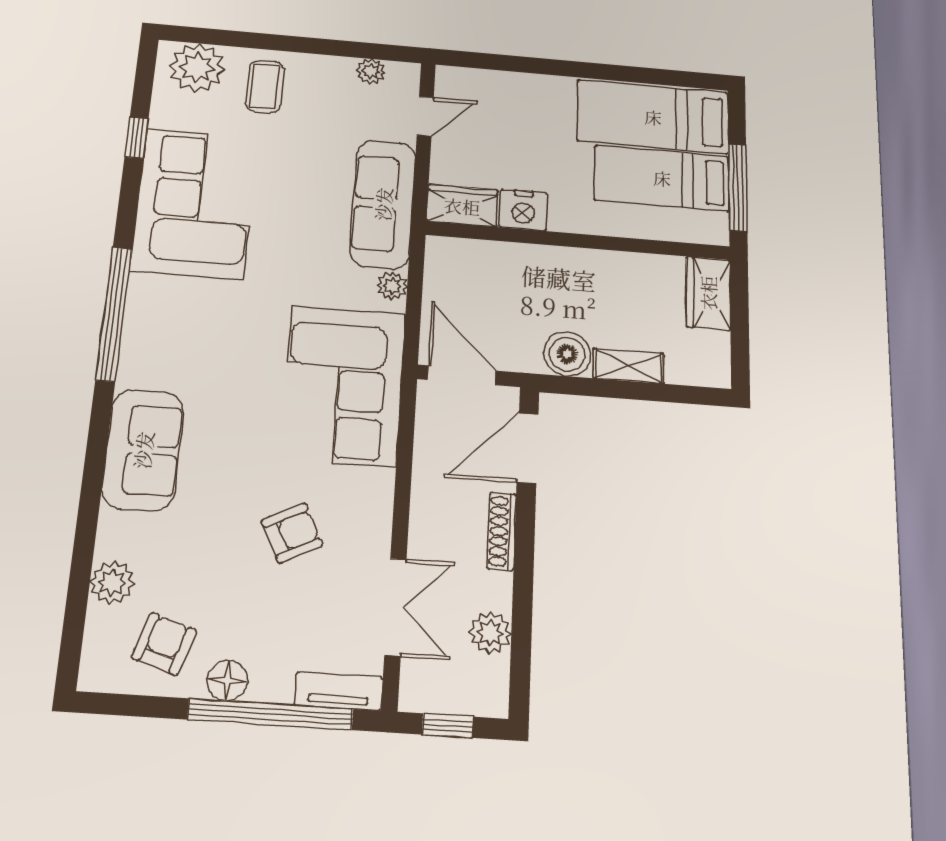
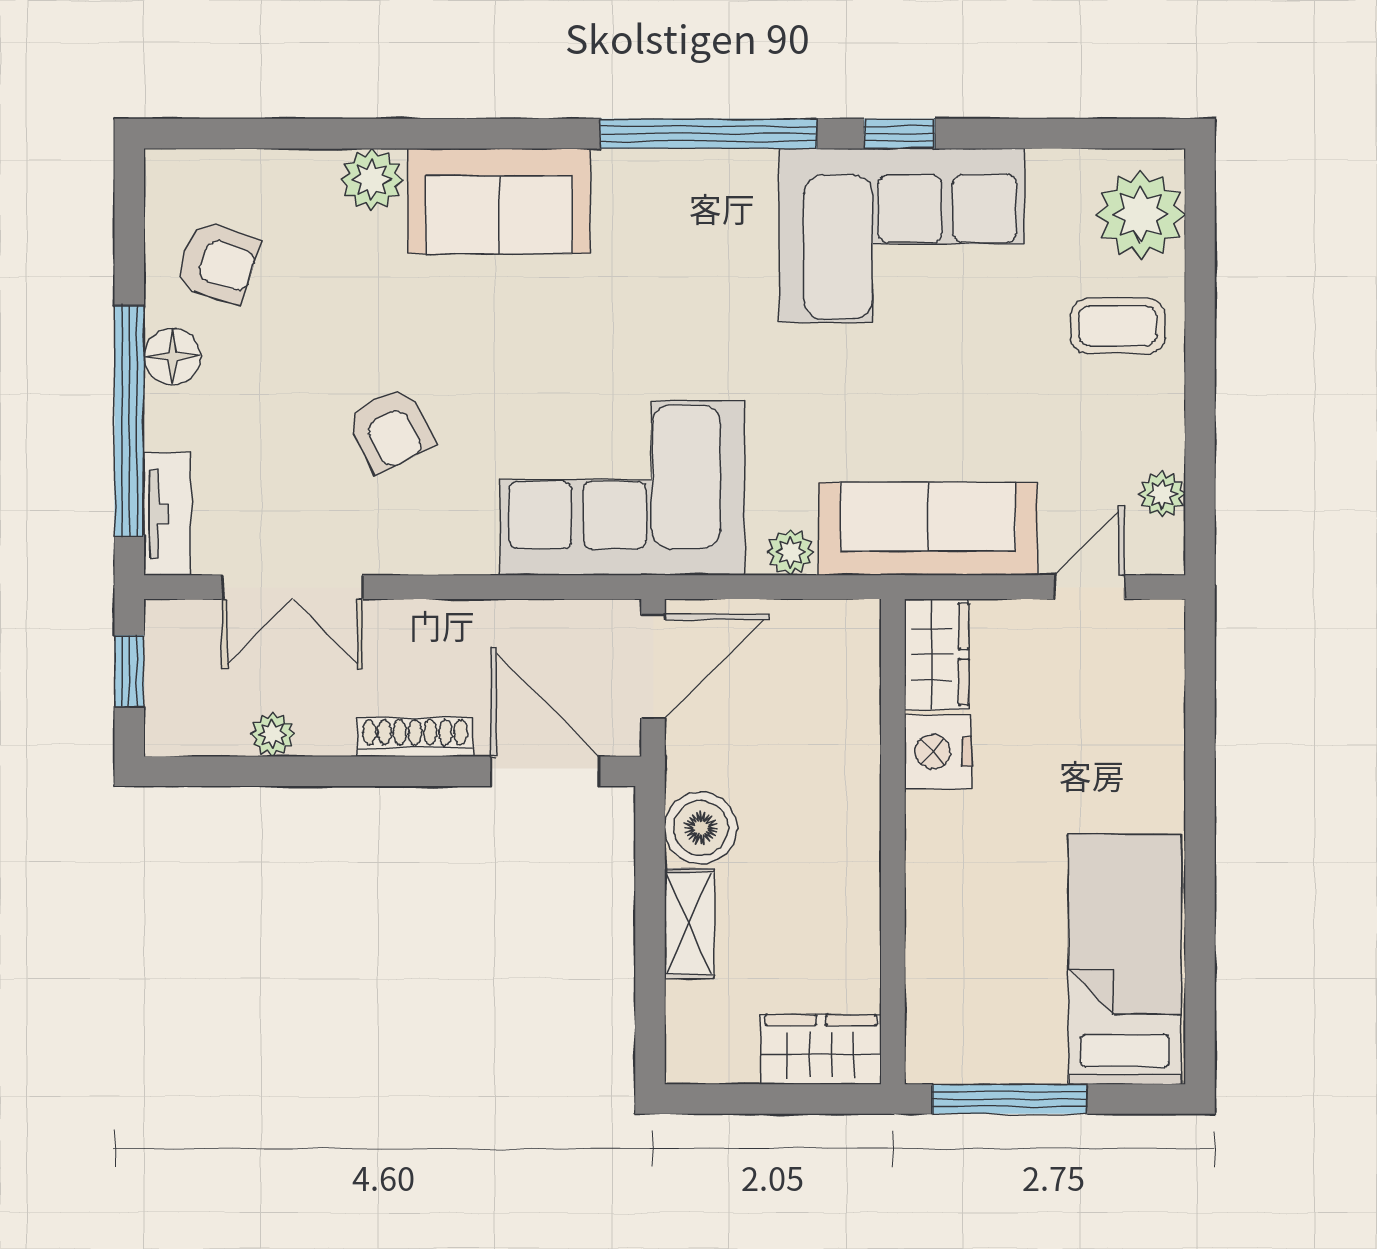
door: (425, 116) -> (1089, 587), swing flipped
window: (137, 138) -> (899, 134), moved
bed: (662, 178) -> (1014, 975), removed
plant: (112, 582) -> (372, 180), moved
plant: (490, 633) -> (273, 734), width x0.73, depth x0.73

